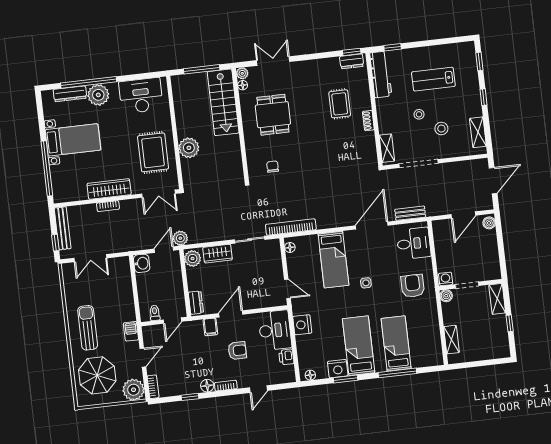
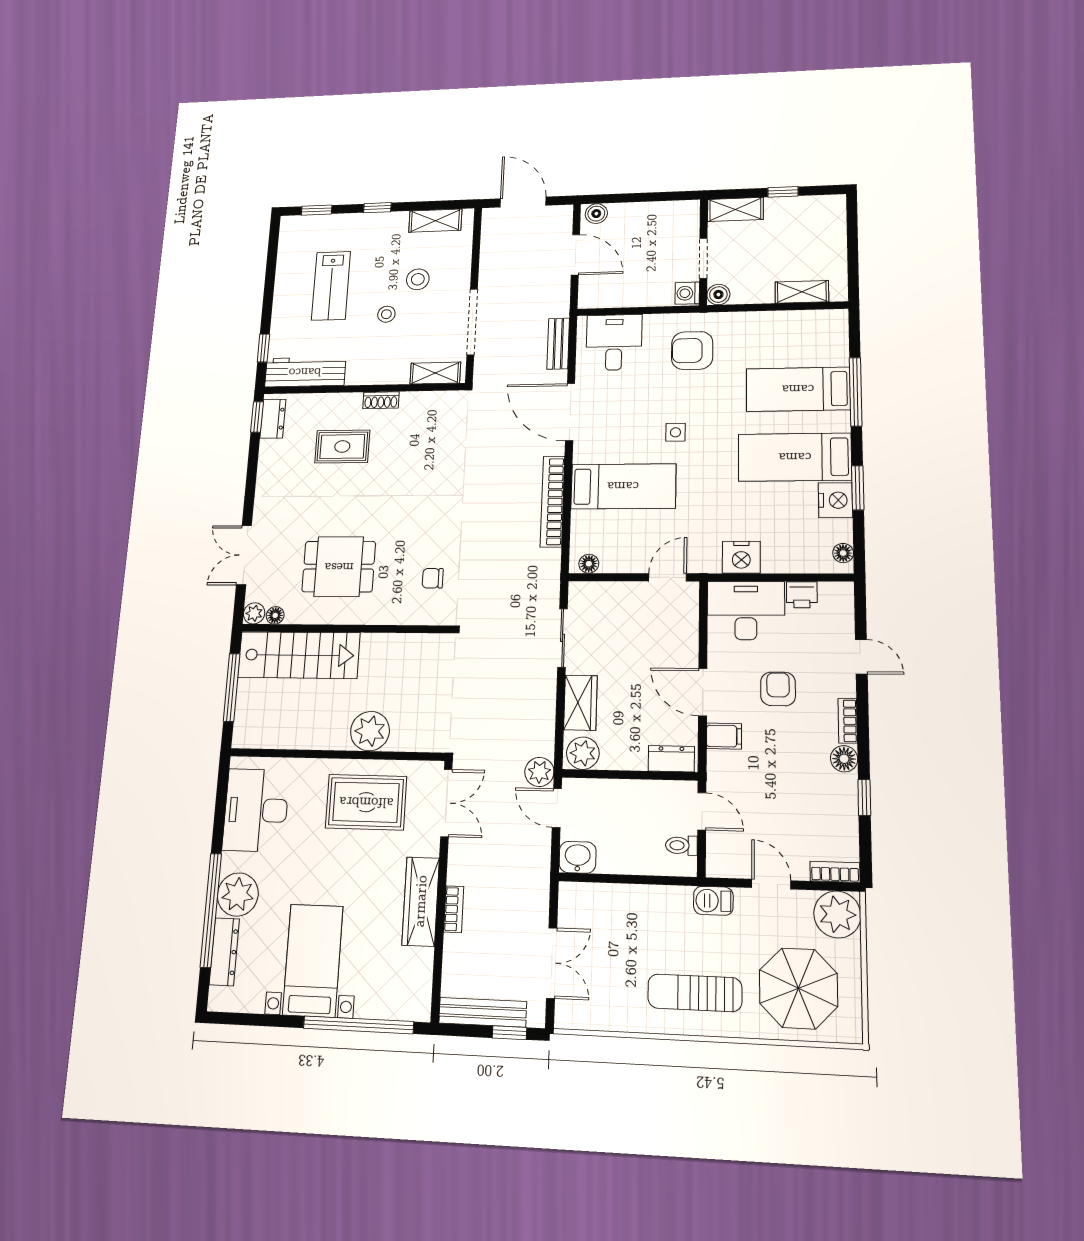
bookcase: (291, 227) -> (552, 501), moved

